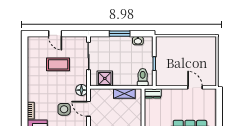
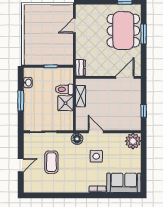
toilet: (143, 77) -> (64, 89), moved
shower: (105, 78) -> (65, 103), moved
door: (88, 109) -> (96, 132), swing flipped

